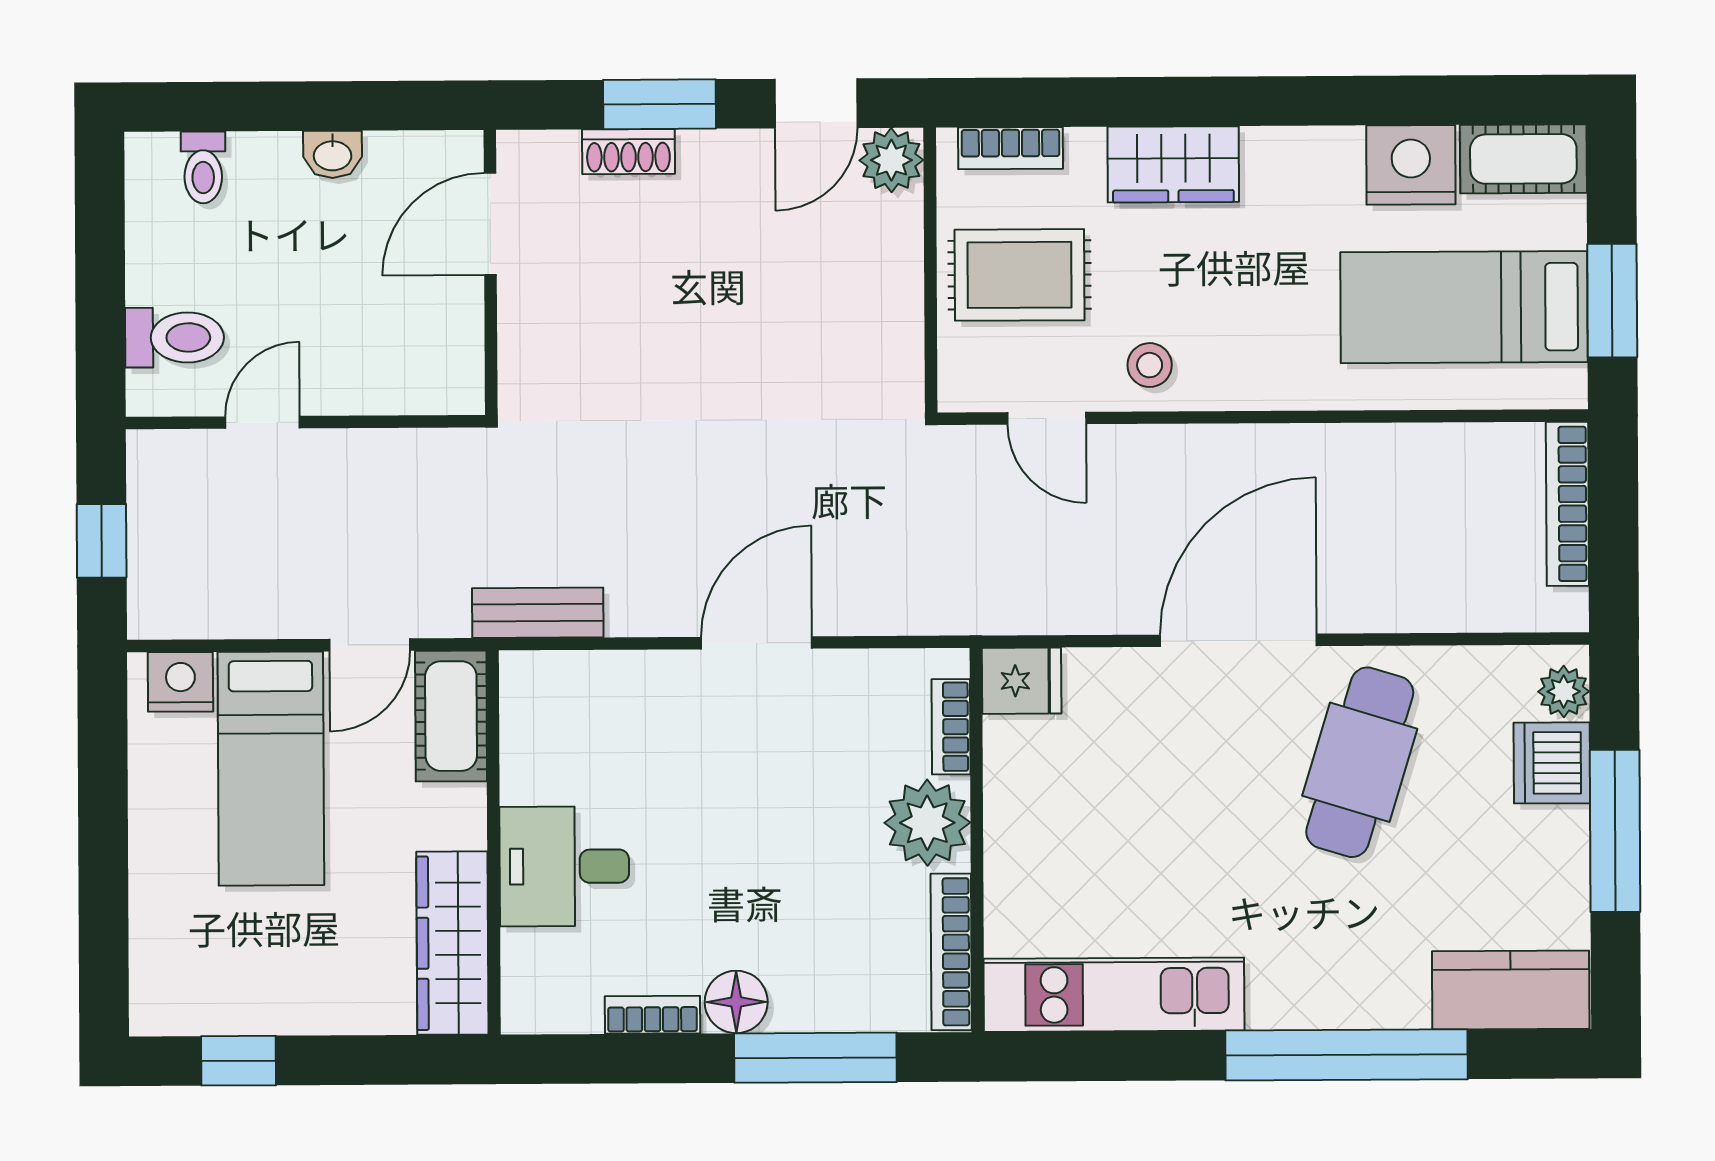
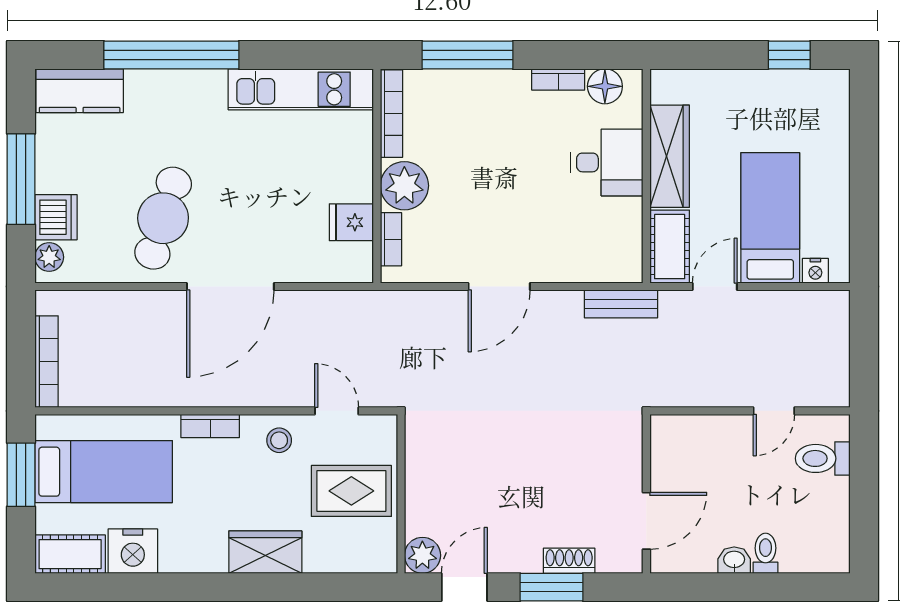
bookcase: (1011, 148) -> (210, 426), moved, turned 180
toilet: (203, 167) -> (766, 553), moved
window: (102, 541) -> (864, 345), removed
fridge: (1022, 681) -> (351, 222), moved
nightstand: (180, 682) -> (815, 271), width x0.72, depth x0.74
wardrobe: (452, 943) -> (670, 156), moved
floor lamp: (736, 1002) -> (605, 86), moved

